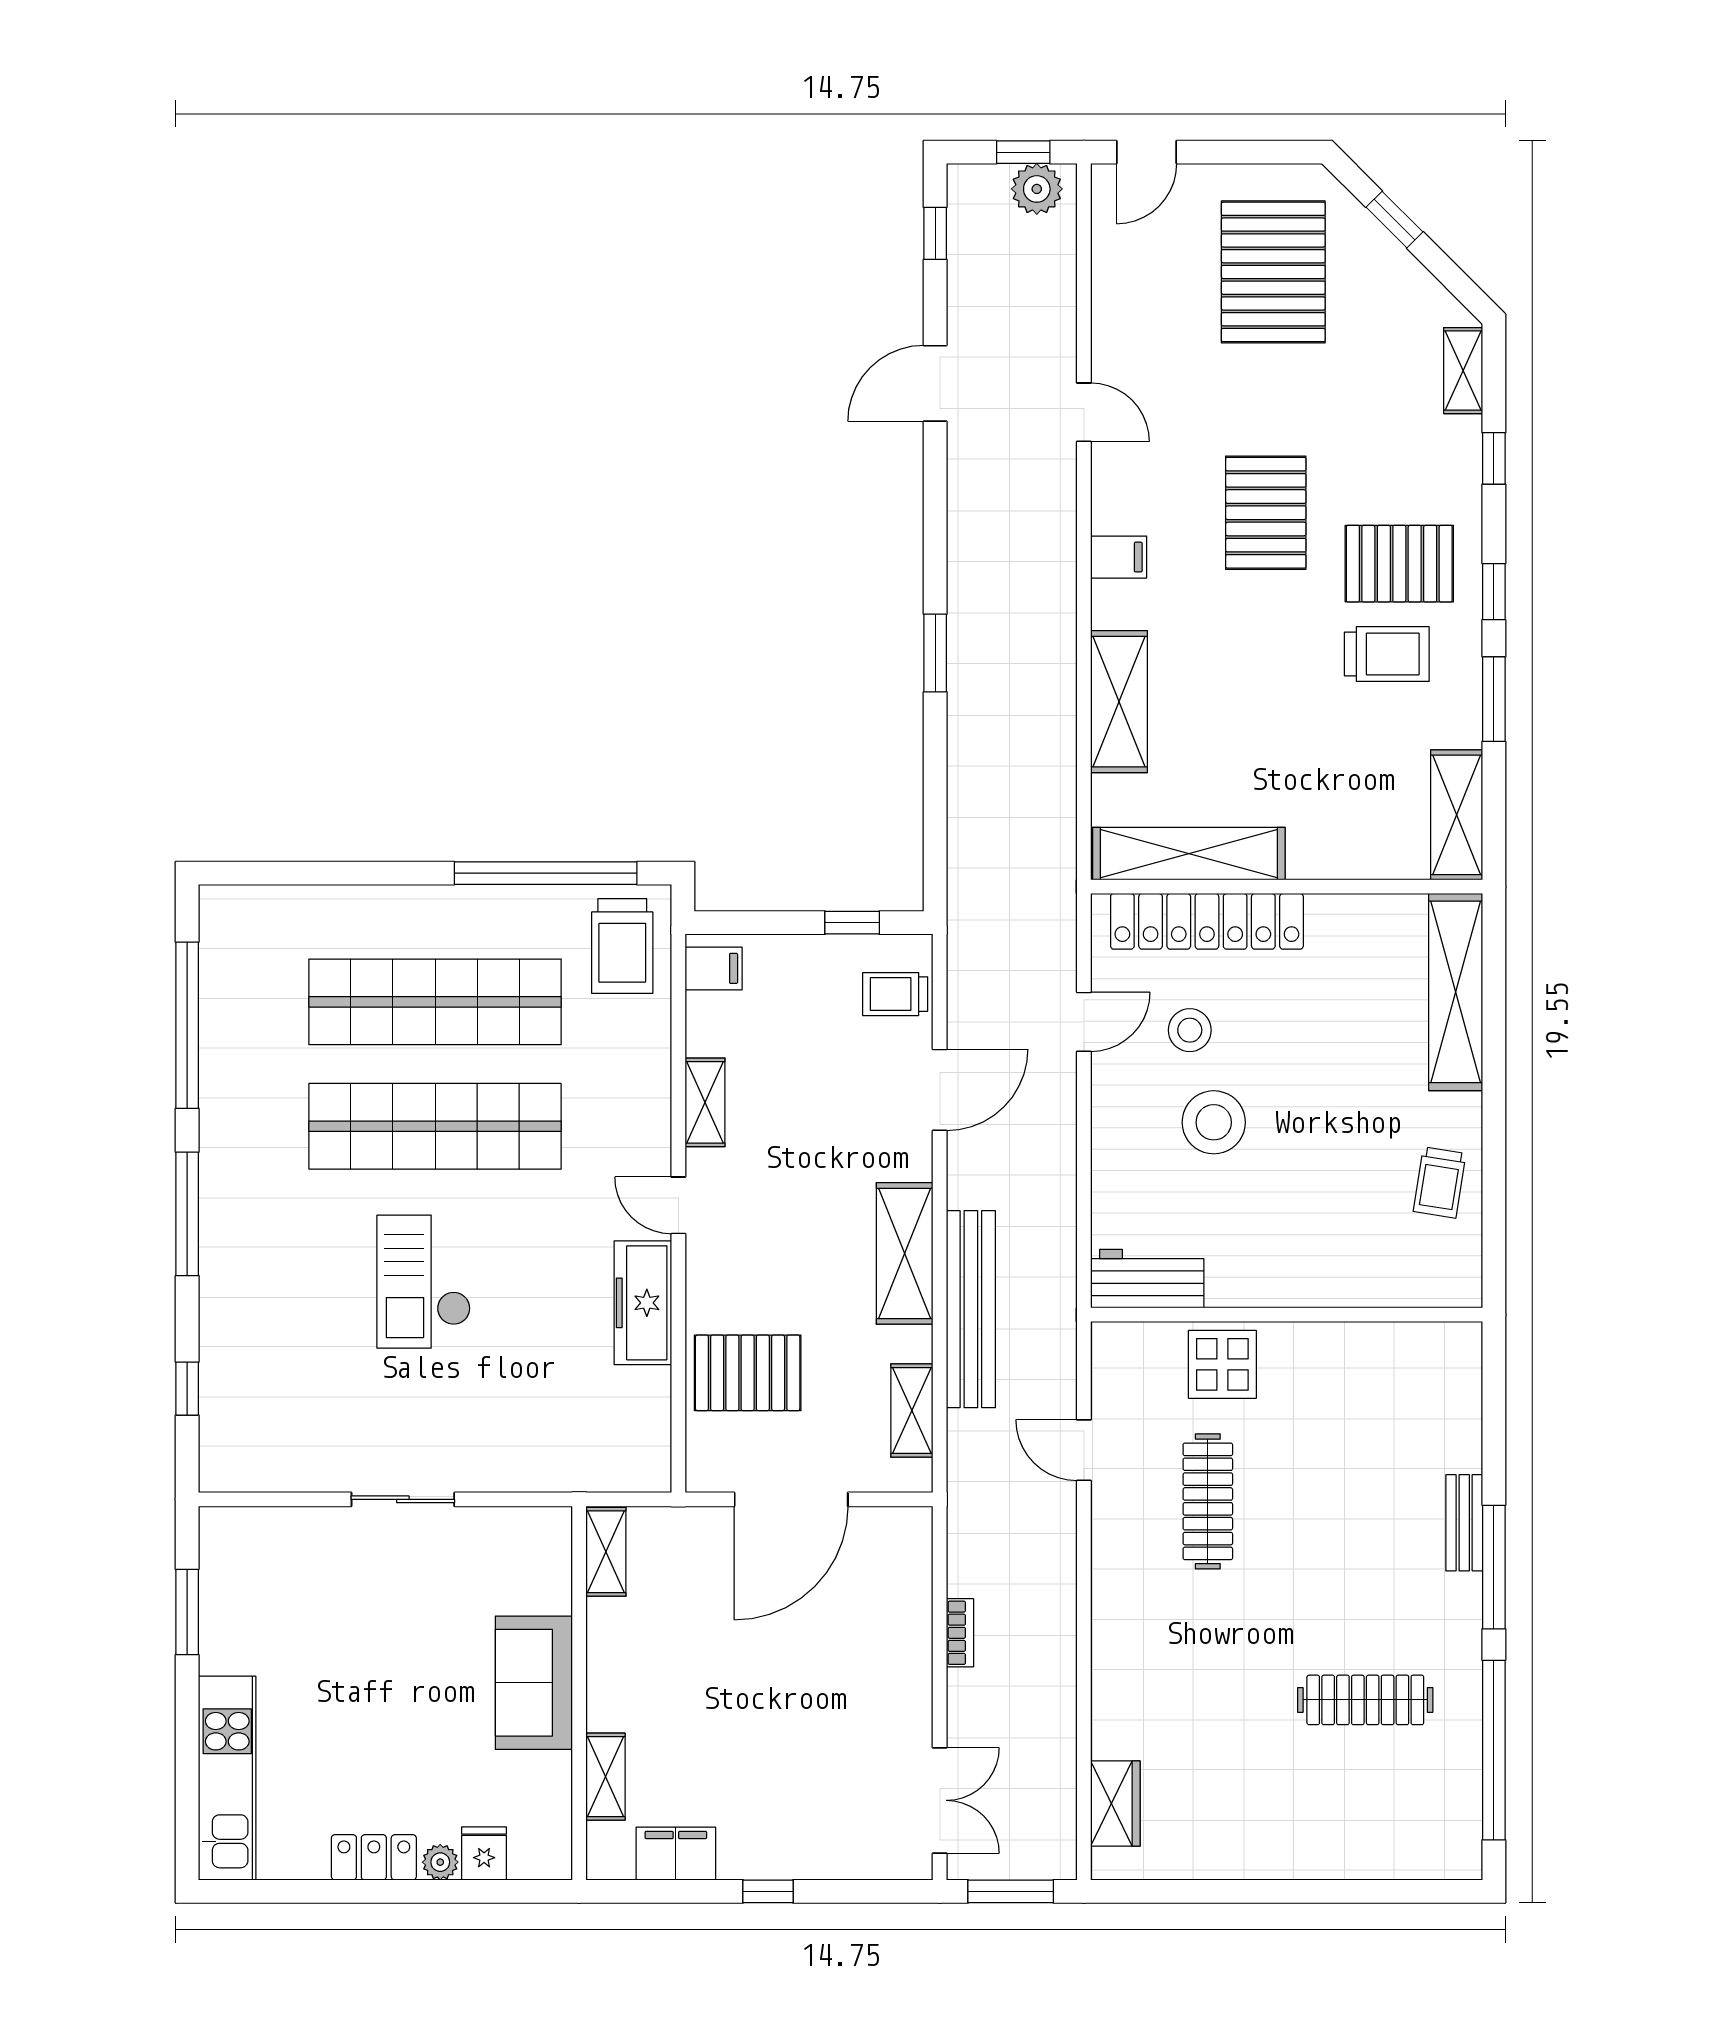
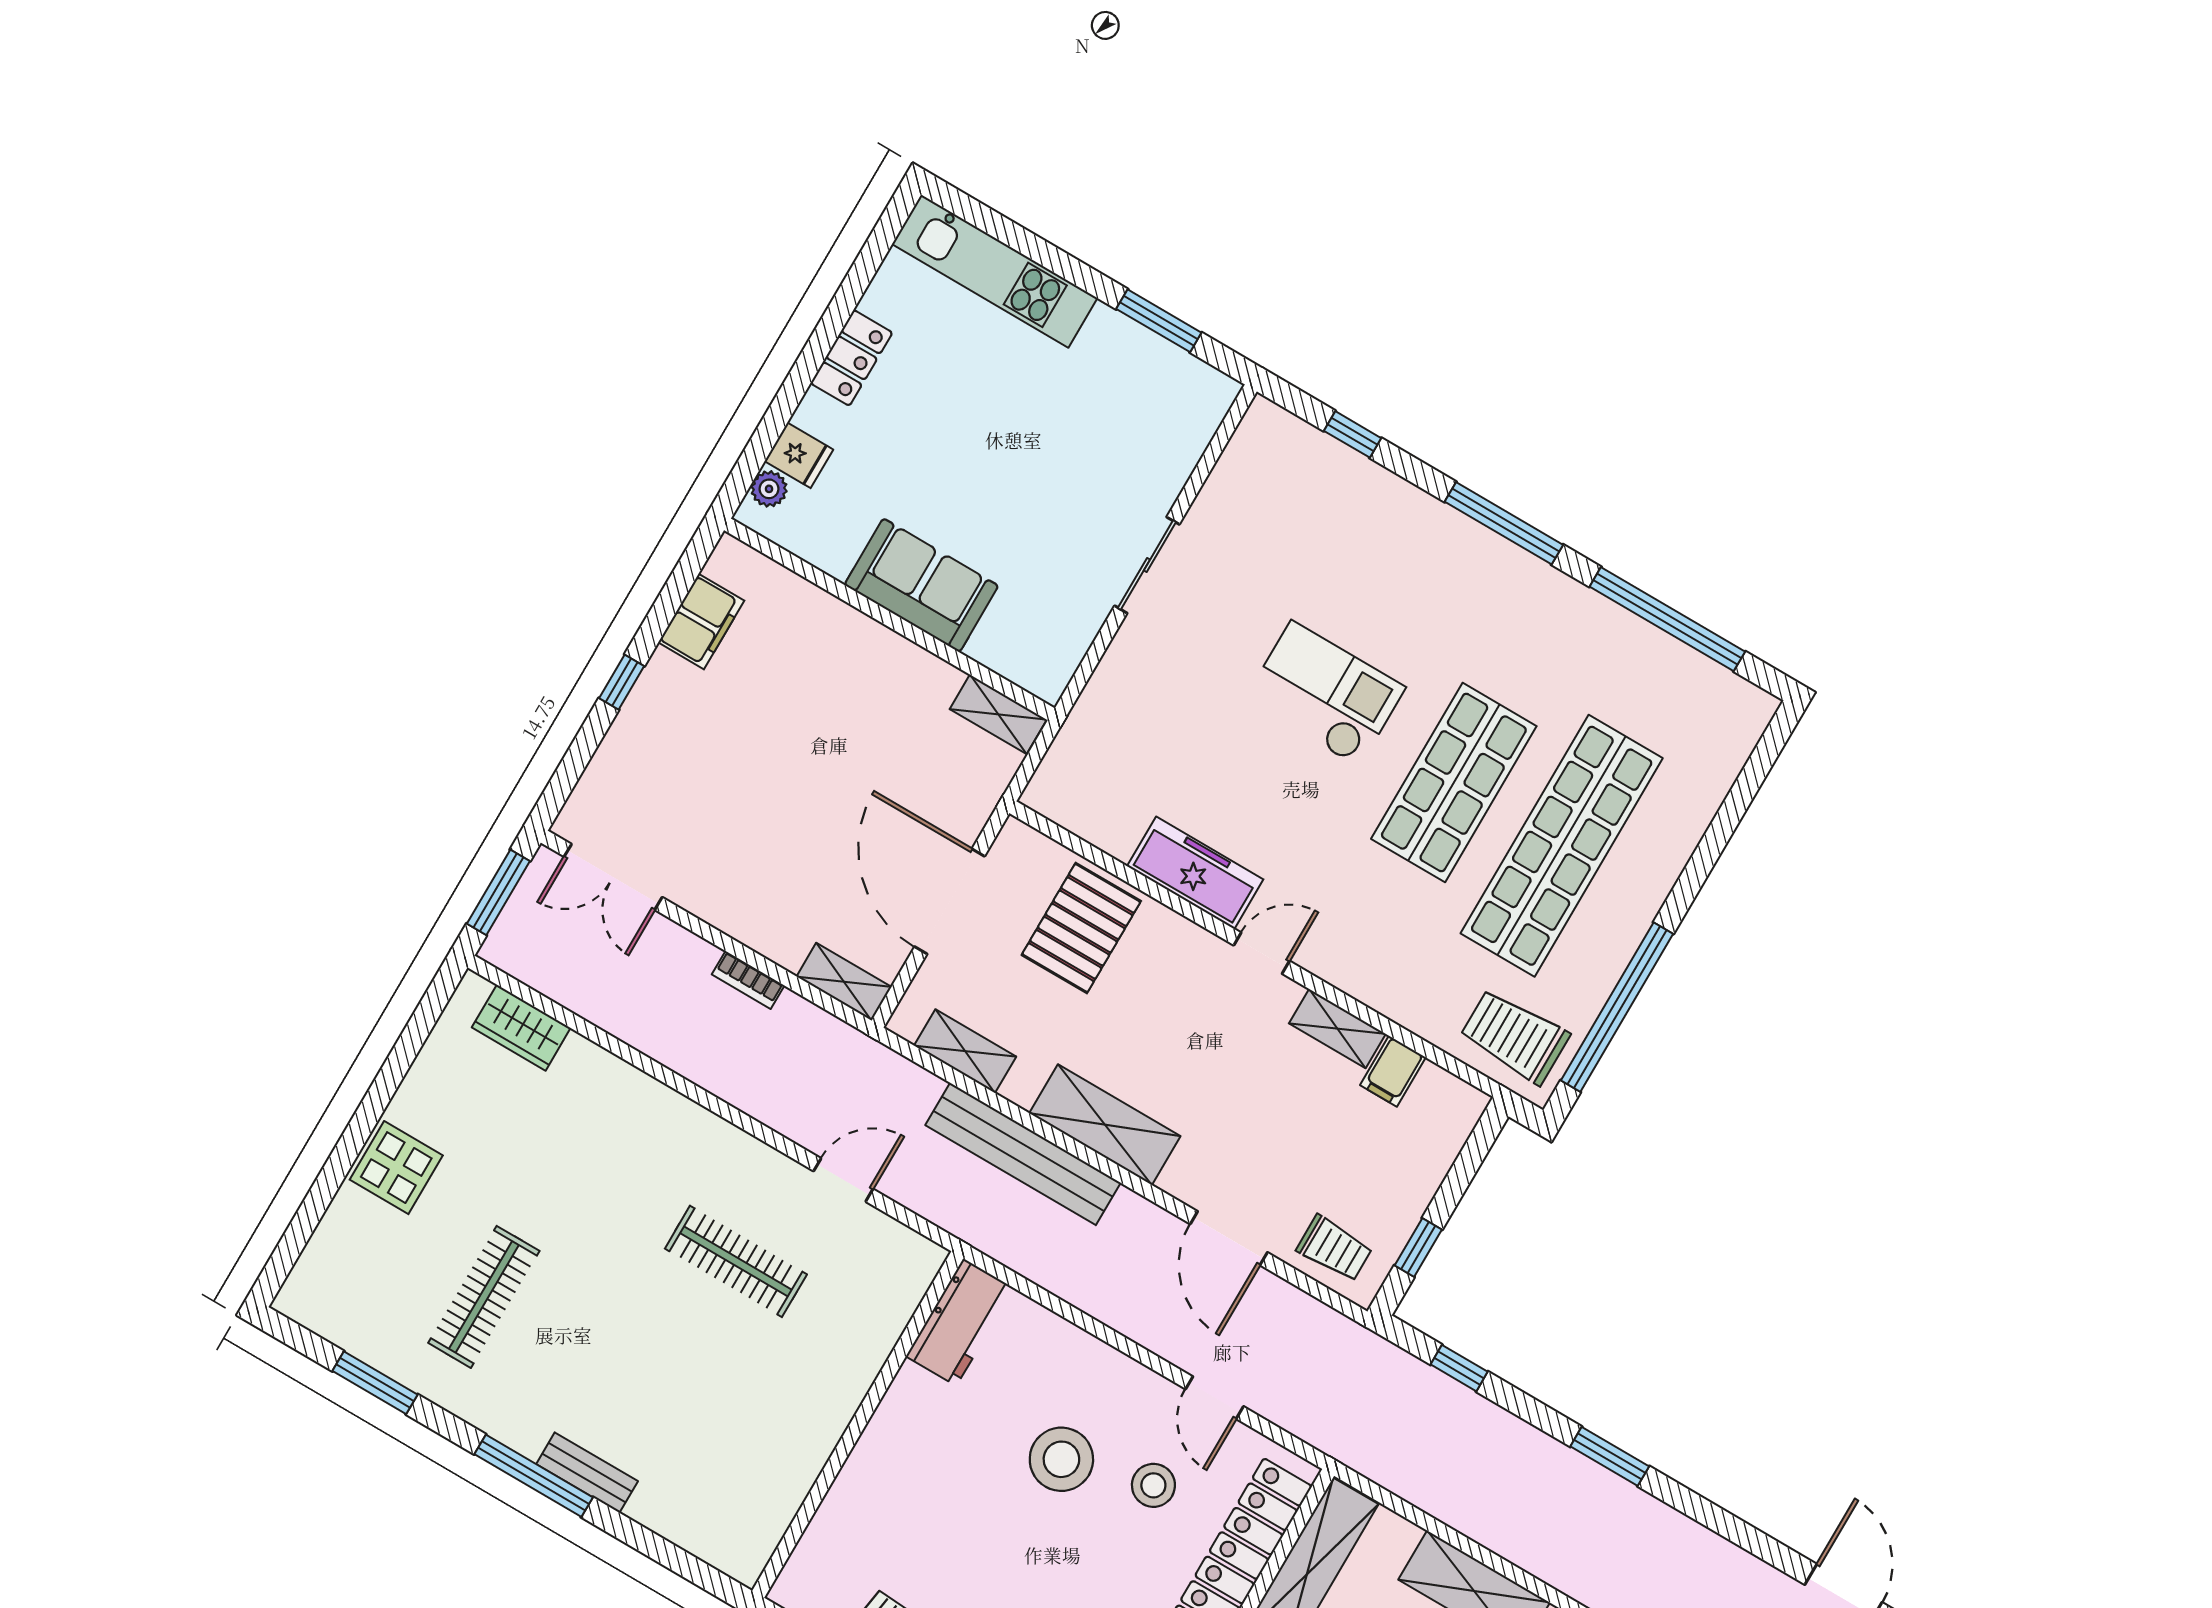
window: (935, 827) -> (1459, 1368), added
filing cabinet: (714, 968) -> (1393, 1071), moved
trolley: (895, 994) -> (1334, 1248), turned 90
shop shelf: (435, 1126) -> (1454, 783), width x0.71
display table: (1222, 1364) -> (396, 1168), moved
window: (1494, 1750) -> (375, 1383), width x0.47
shelving: (605, 1777) -> (844, 982), moved
plant: (440, 1862) -> (769, 489), moved

